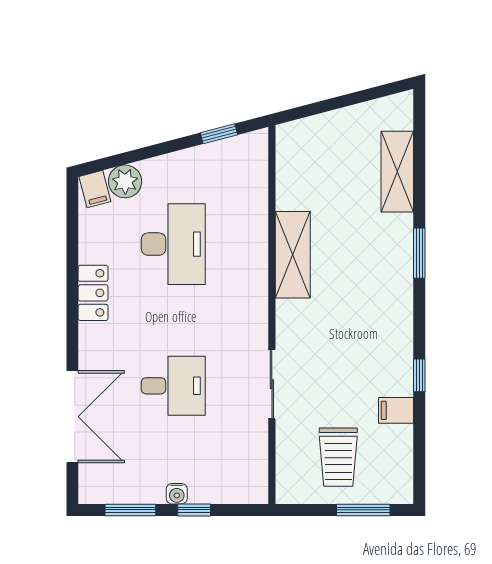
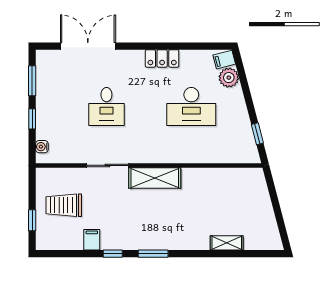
shelving: (397, 172) -> (227, 243), width x0.67, depth x0.75
window: (419, 253) -> (153, 254), moved
shelving: (293, 255) -> (155, 178), moved
double door: (72, 417) -> (88, 46), swing flipped
water cooler: (177, 494) -> (42, 147), moved
window: (363, 510) -> (32, 220), width x0.67

